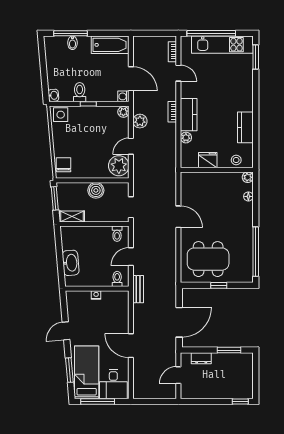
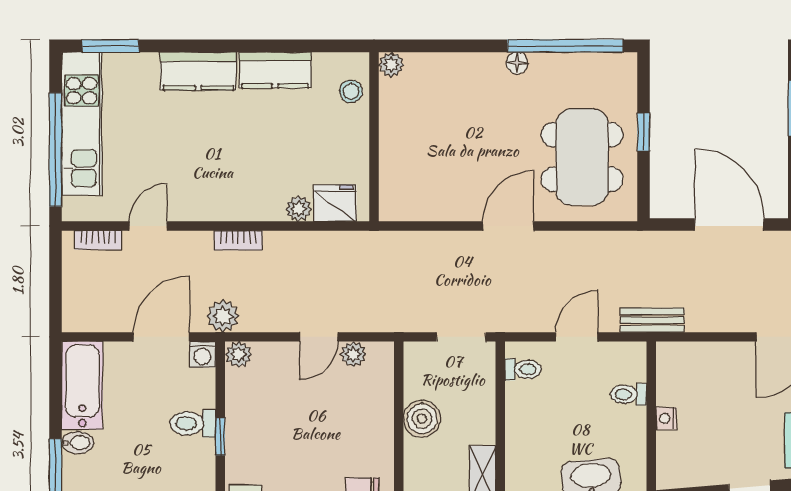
bidet: (72, 43) -> (78, 443), moved
toilet: (80, 92) -> (193, 423), moved
kitchen counter: (189, 115) -> (198, 71), moved, turned 180
plant: (140, 121) -> (223, 316), moved
door: (131, 146) -> (319, 337), hinge flipped
fridge: (208, 160) -> (335, 203), moved, turned 90
plant: (119, 166) -> (353, 354), width x0.53, depth x0.53
floor lamp: (248, 196) -> (517, 63), moved
door: (178, 217) -> (508, 226), moved
door: (131, 257) -> (577, 337), swing flipped
toilet: (117, 279) -> (629, 394), moved

